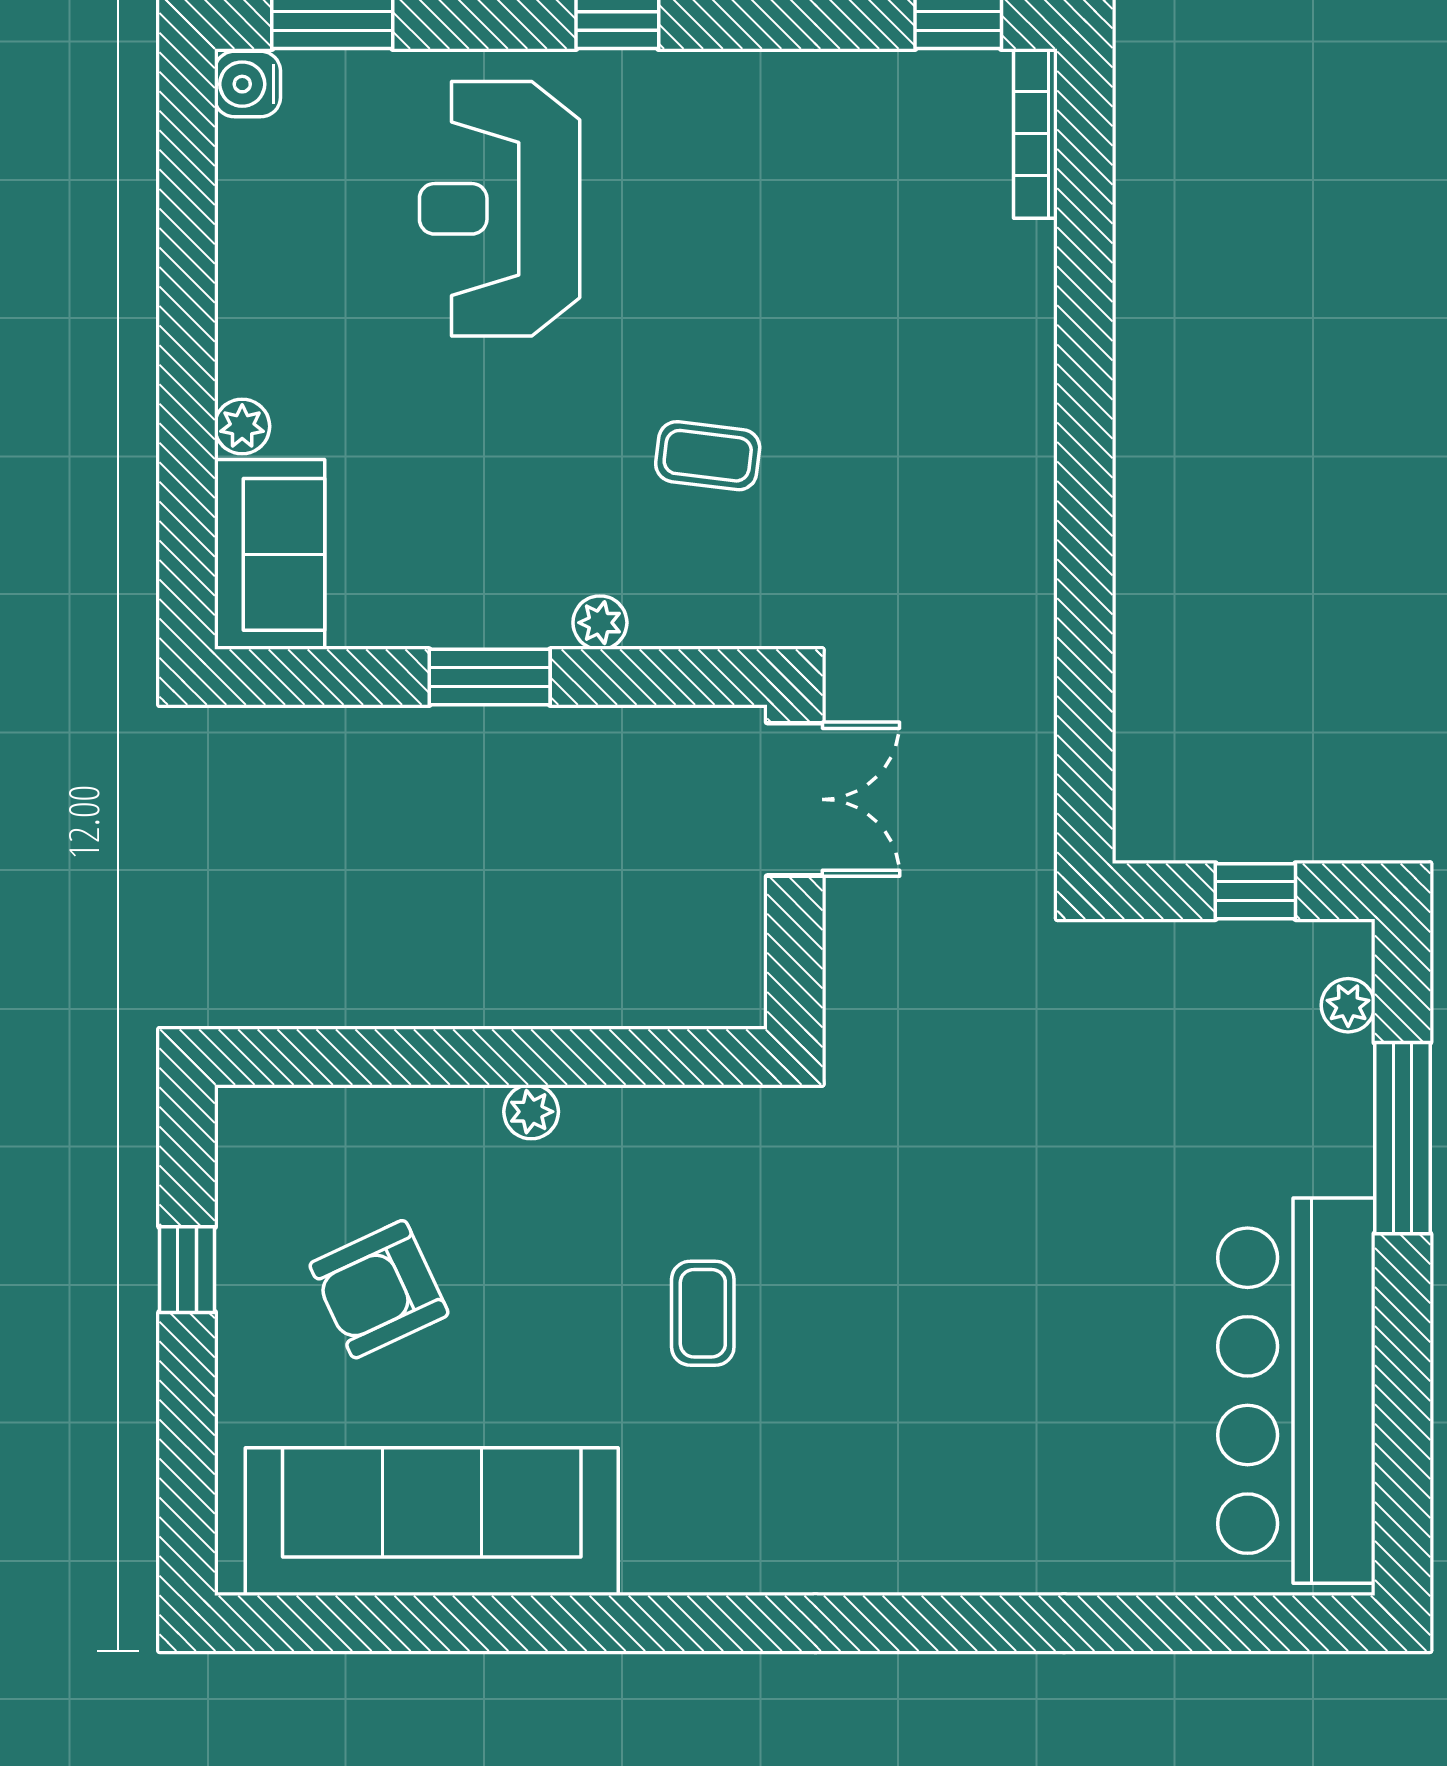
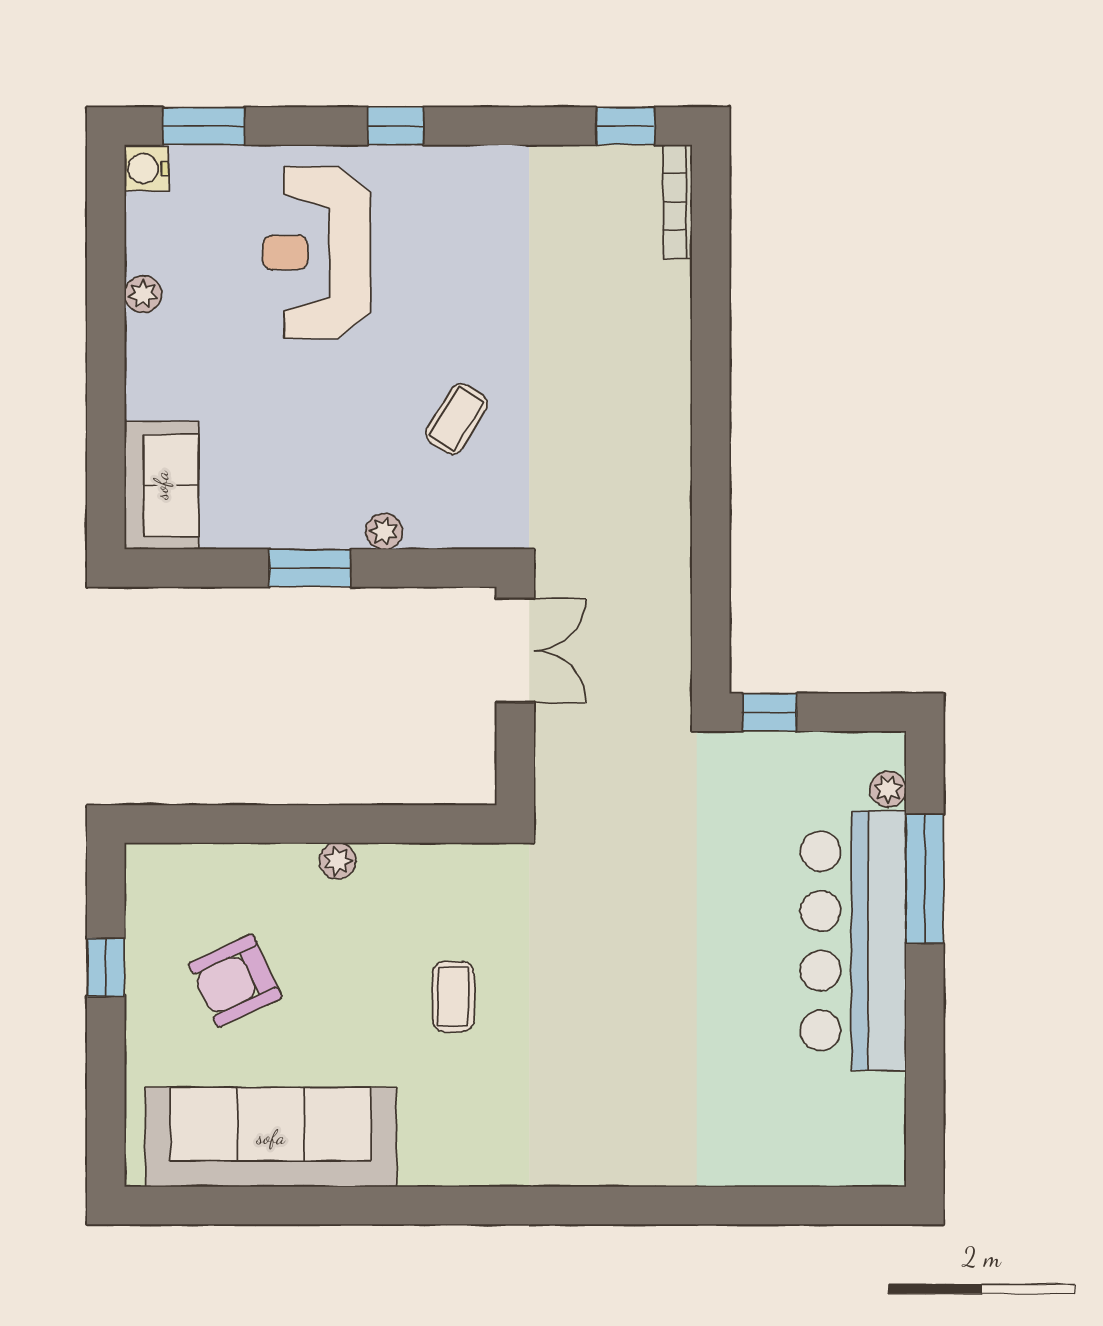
plant: (242, 426) -> (143, 294), moved
coffee table: (708, 456) -> (457, 419), turned -65
window: (1255, 891) -> (769, 712), moved
bar counter: (1296, 1391) -> (853, 941), moved

